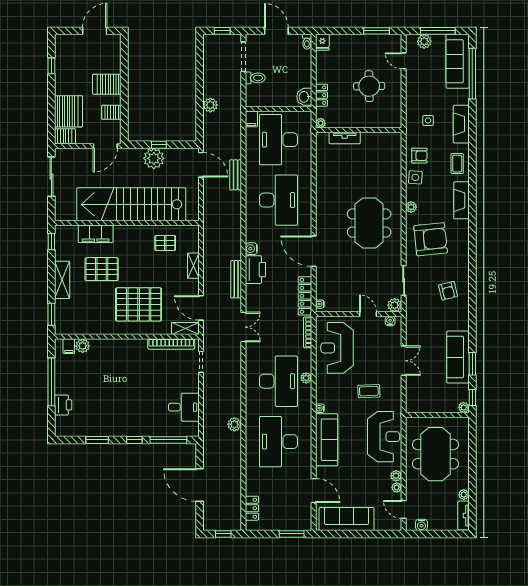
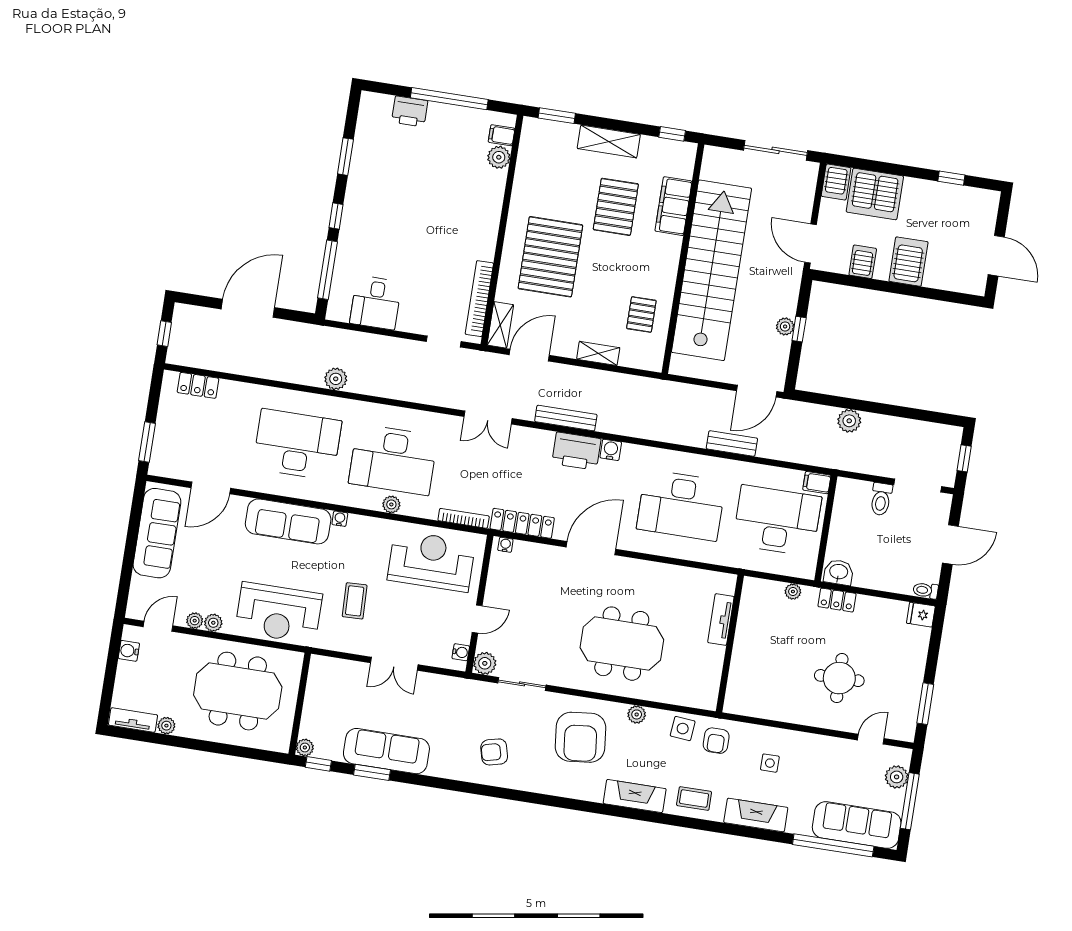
wall: (359, 130) -> (730, 644), moved
tv unit: (345, 138) -> (721, 620), moved
plant: (154, 158) -> (785, 326), width x0.53, depth x0.53

